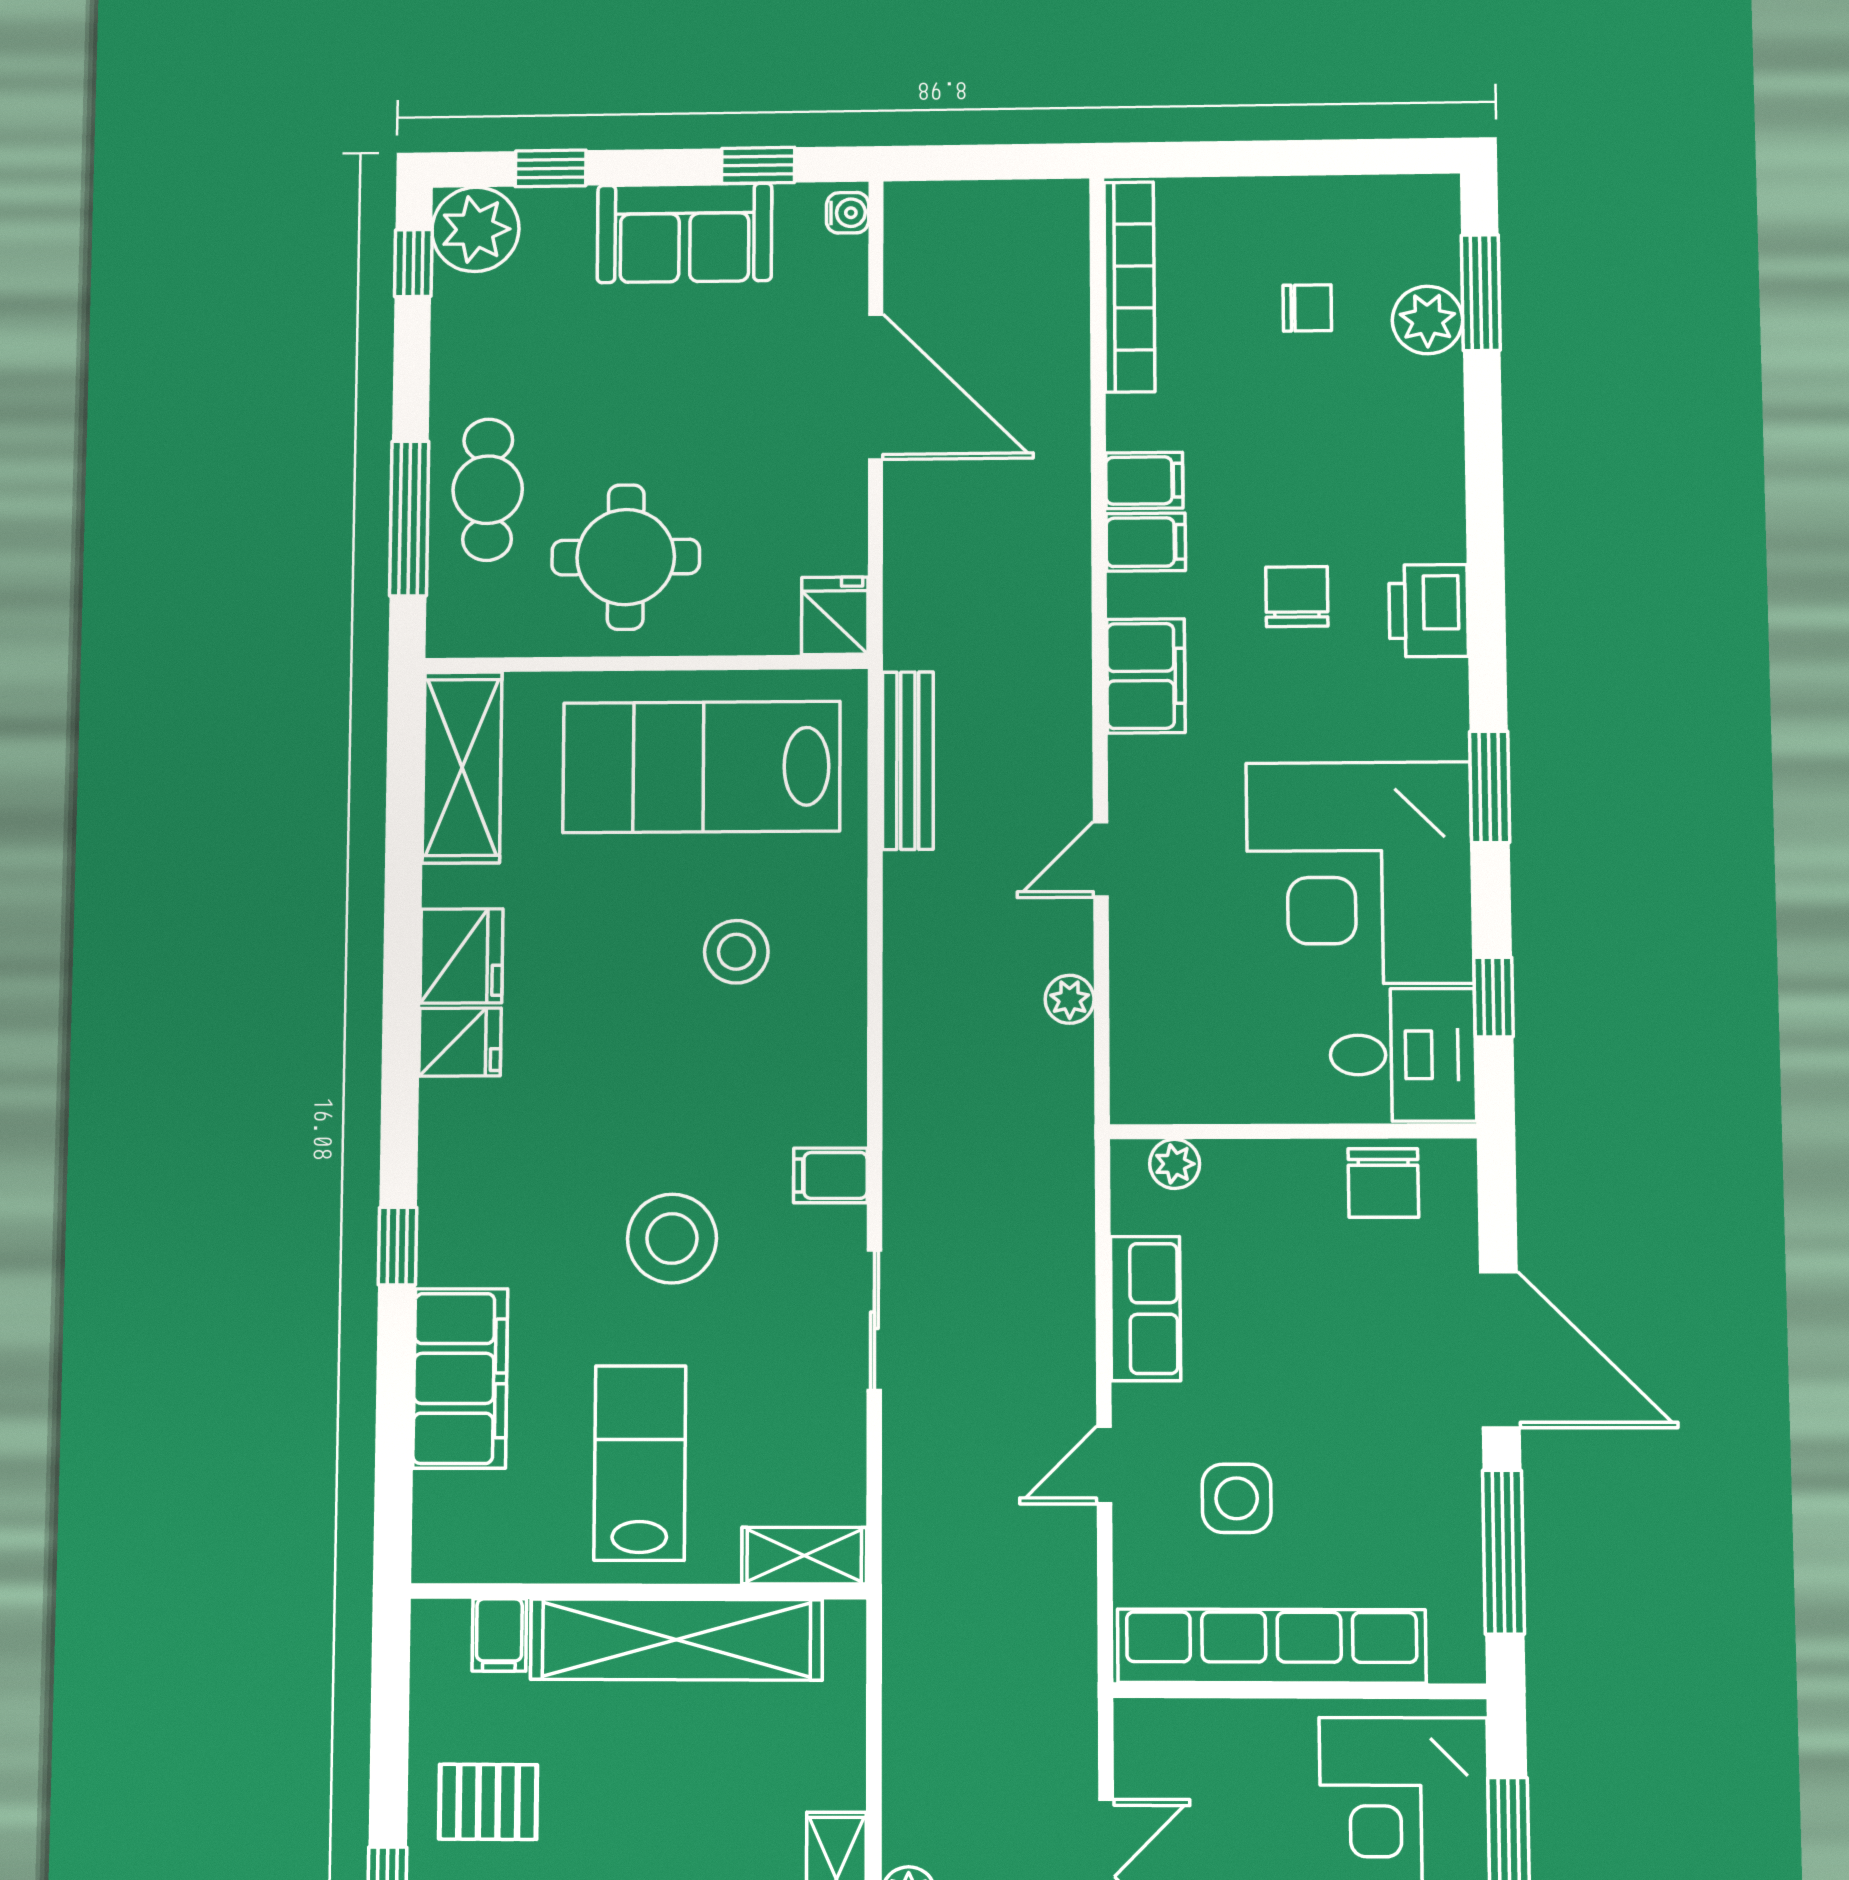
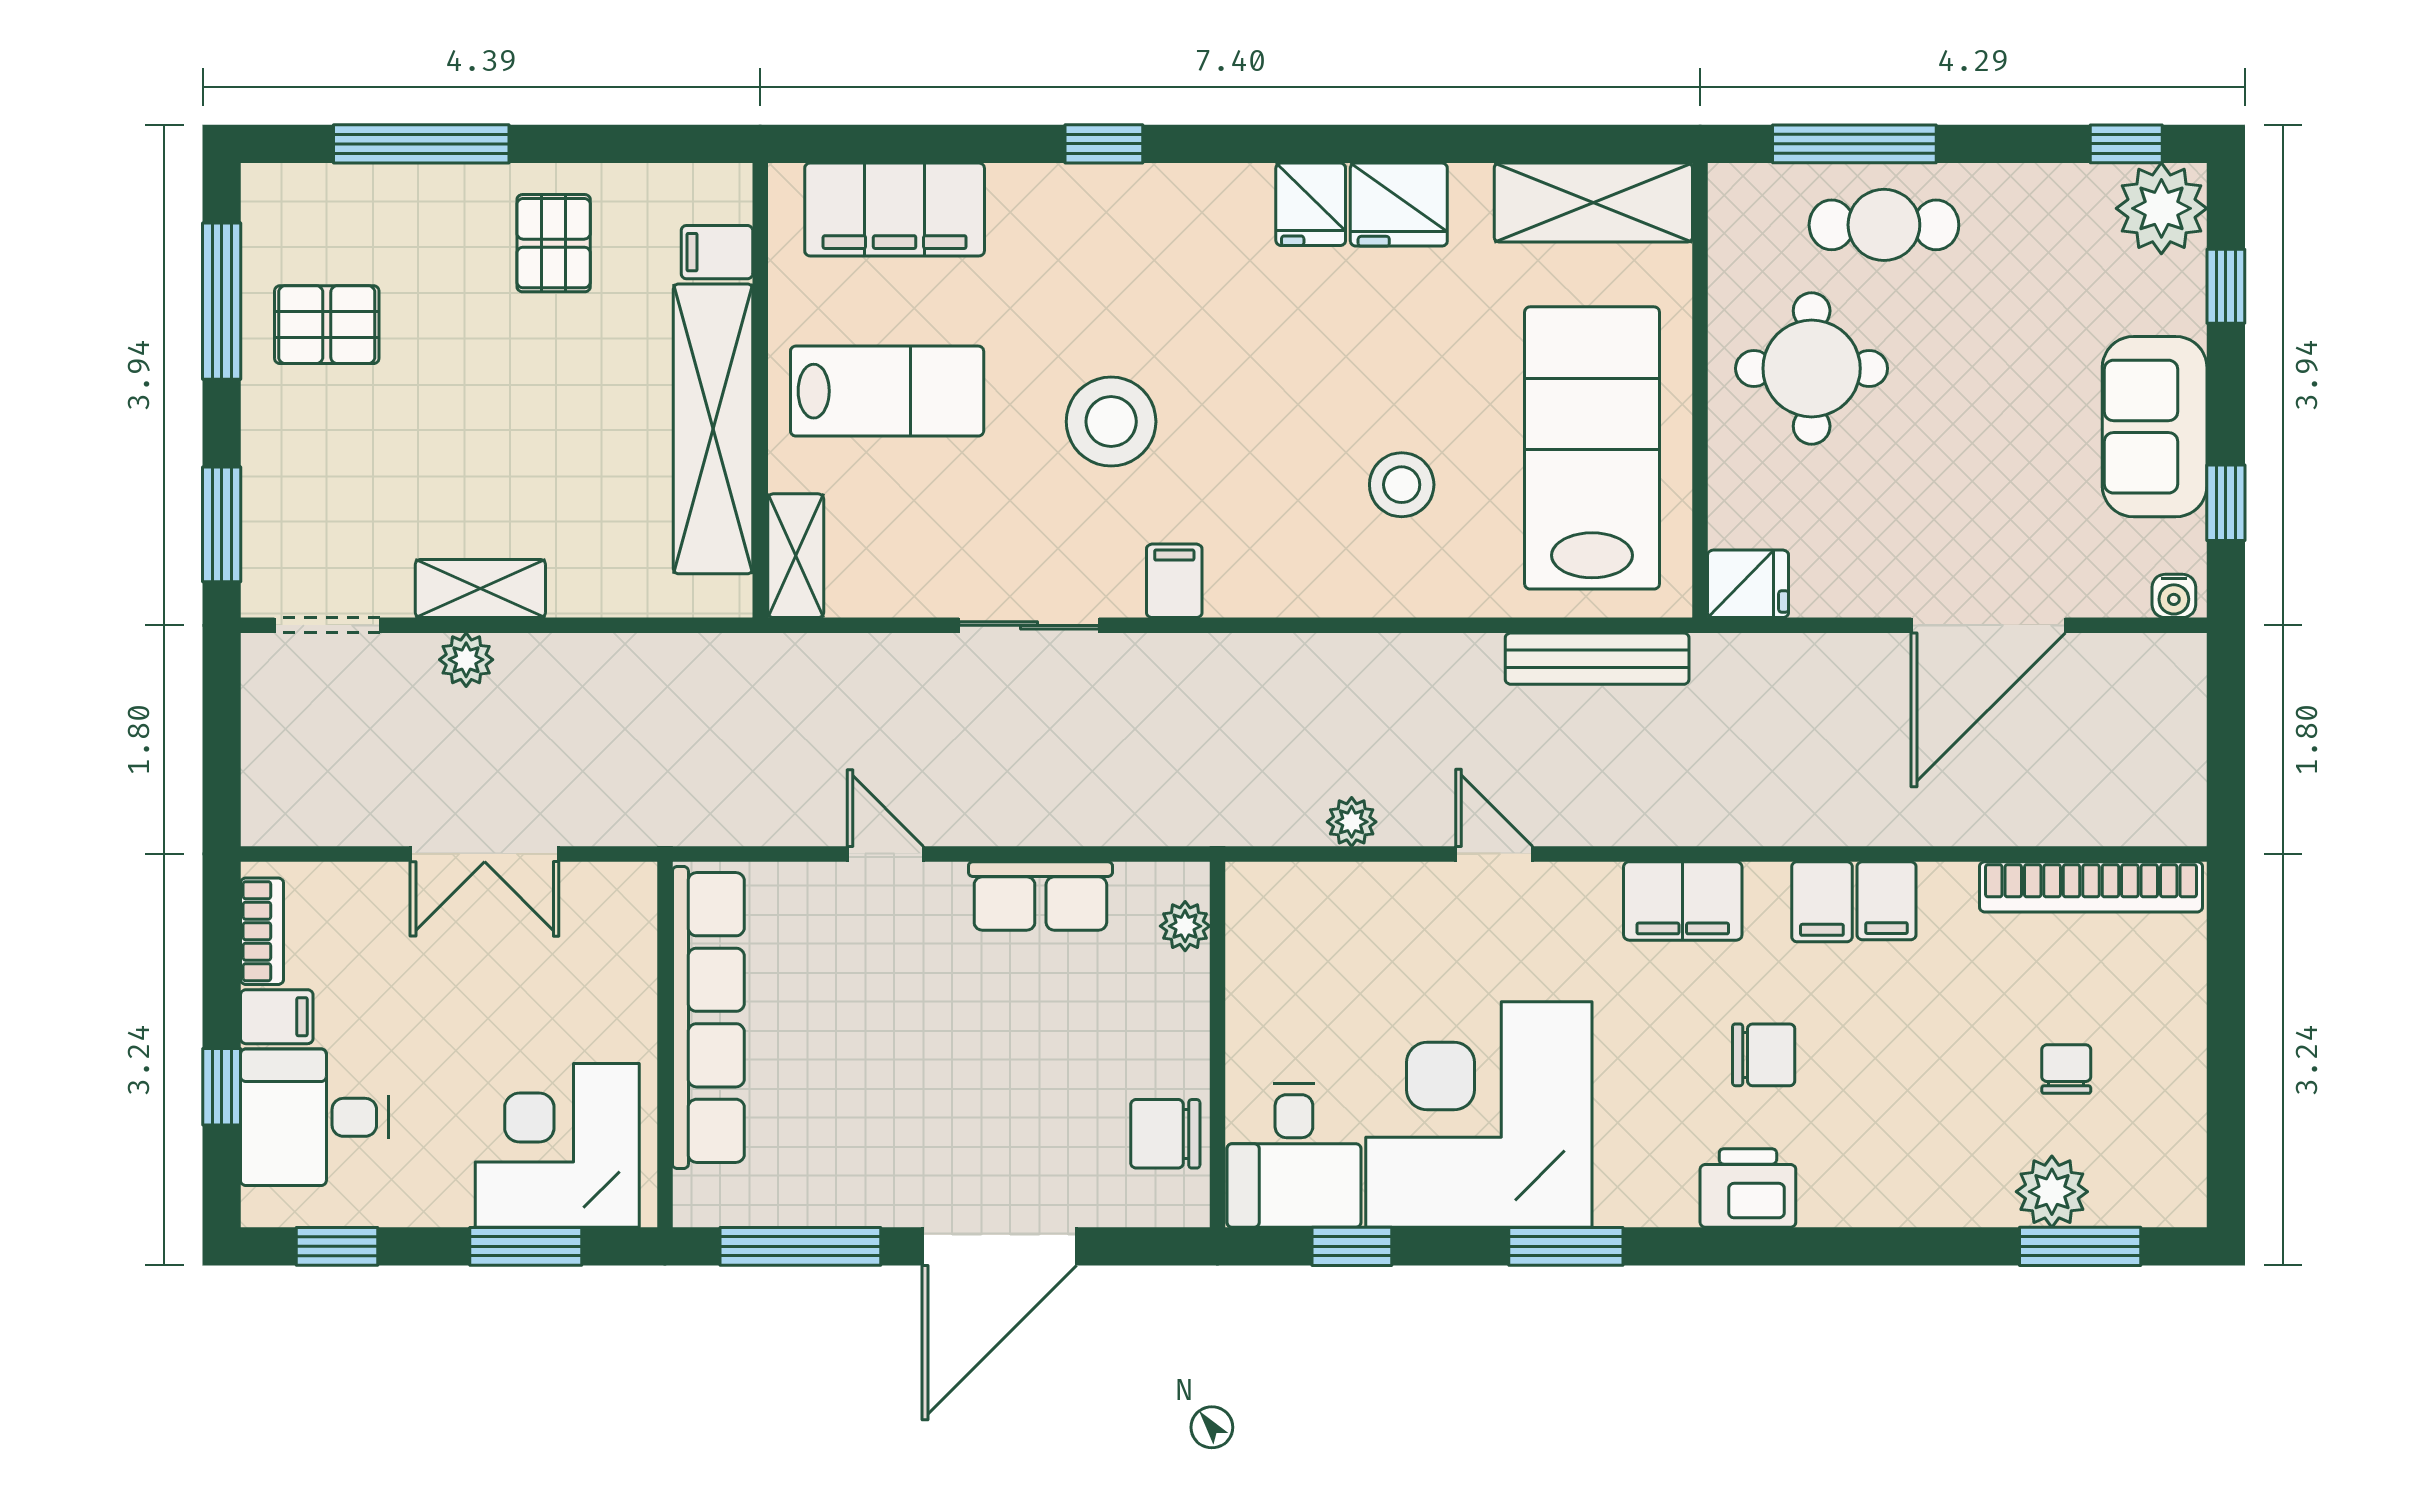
chair: (1307, 308) -> (2066, 1069), turned 180
filing cabinet: (460, 1378) -> (895, 210), moved
side table: (1237, 1498) -> (853, 985), removed

